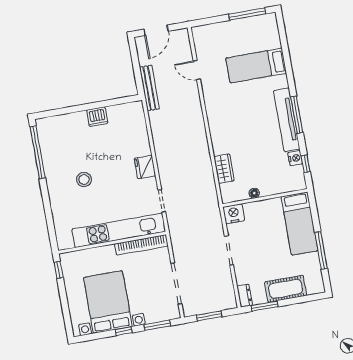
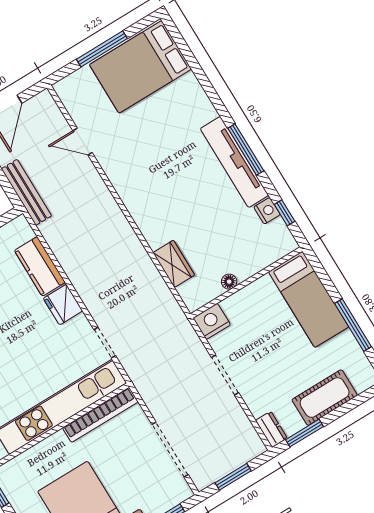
window: (247, 14) -> (102, 49), moved
bed: (256, 66) -> (140, 67), moved, width x1.50
kitchen counter: (140, 138) -> (40, 266), added

